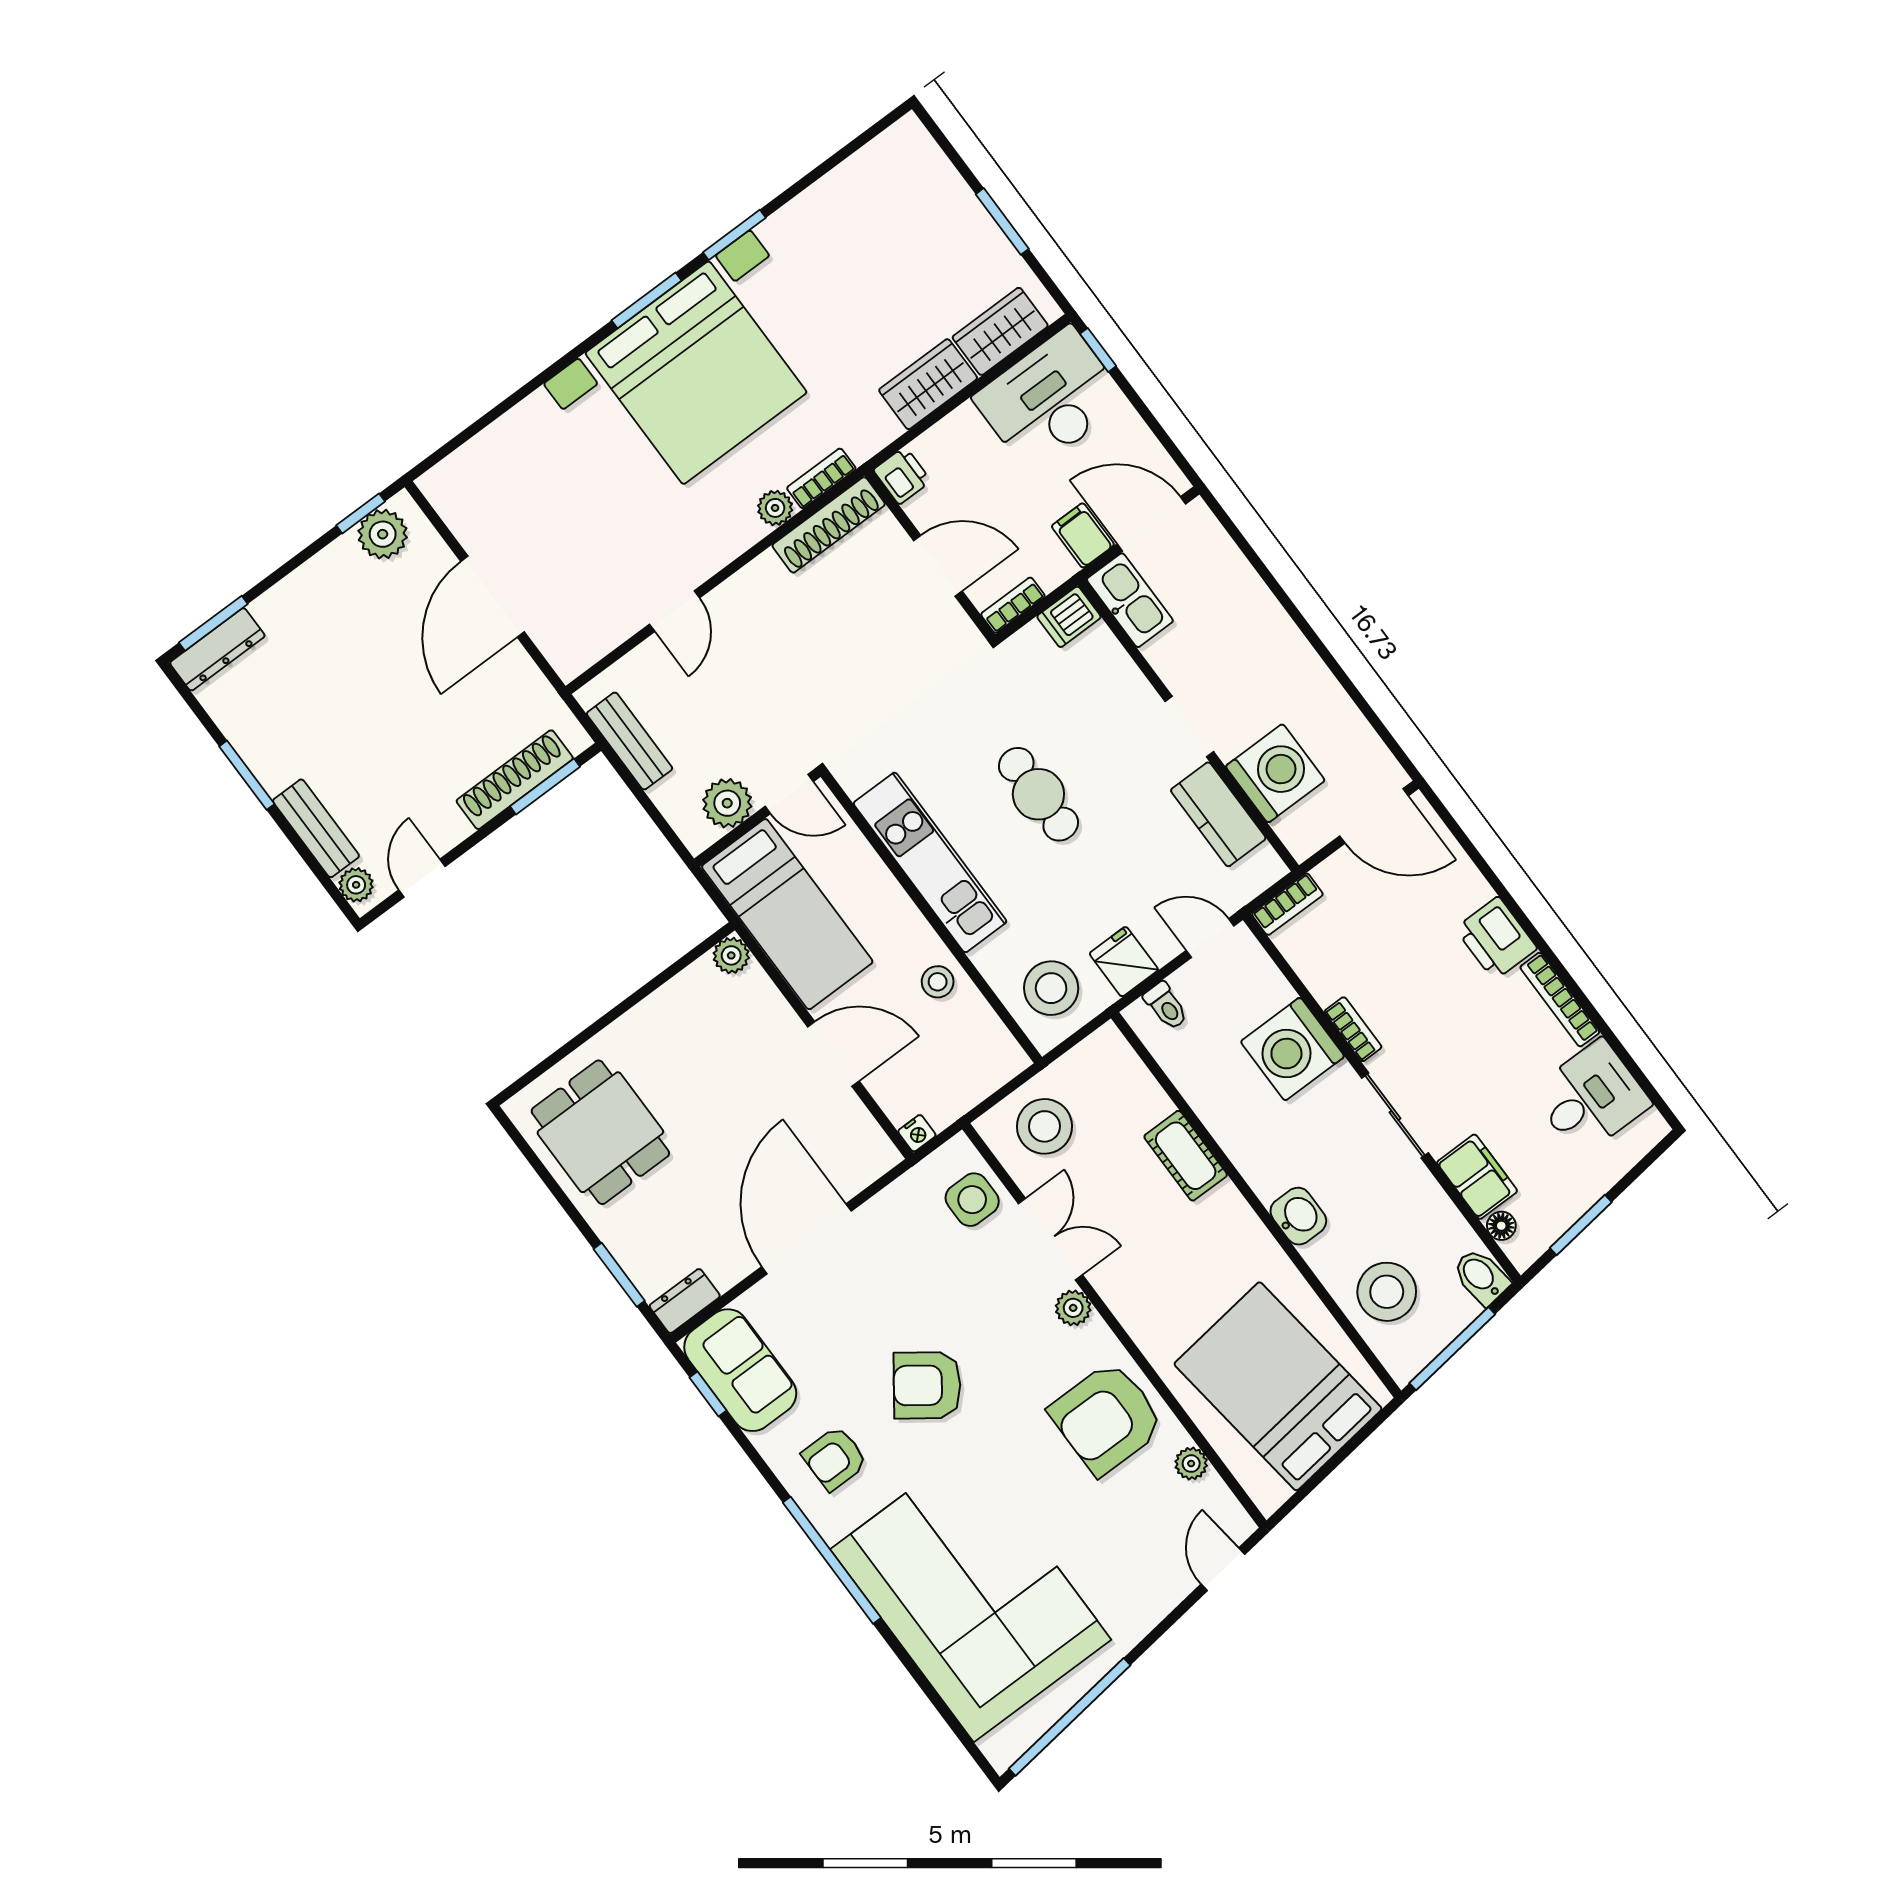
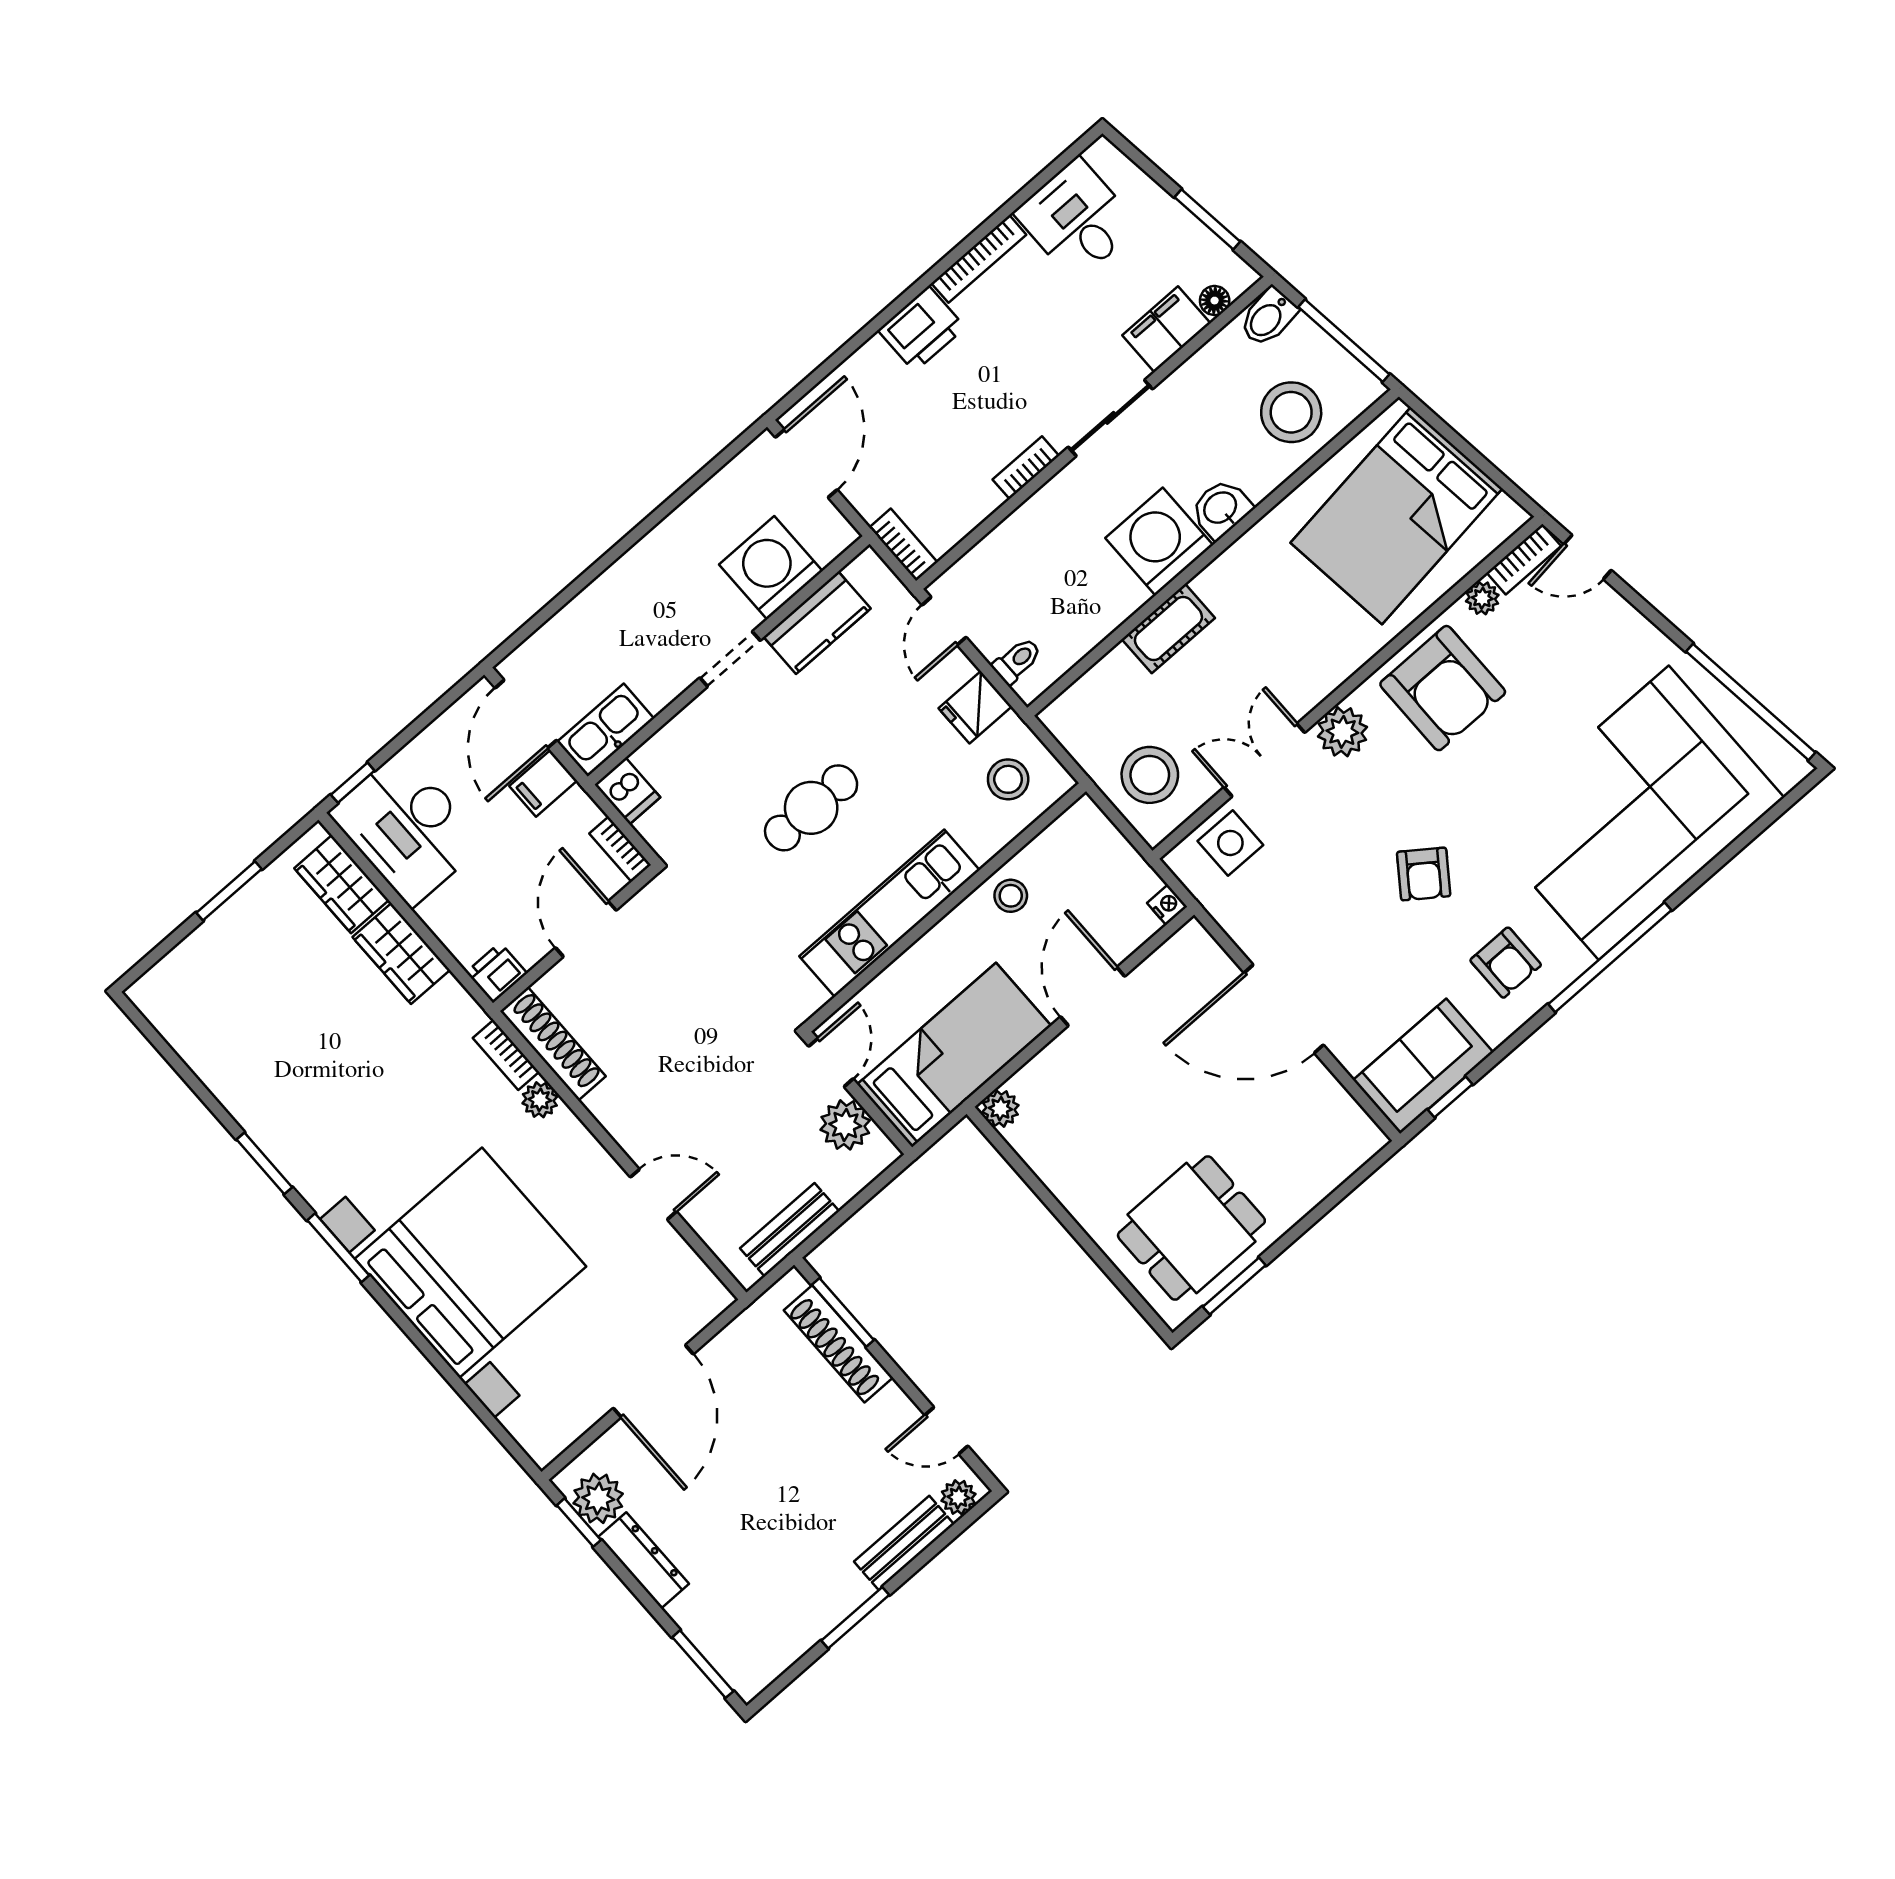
bed with nightstands: (696, 373) -> (471, 1263), moved
door: (493, 597) -> (653, 1381), hinge flipped
dresser: (217, 649) -> (644, 1560), moved
stool: (1051, 988) -> (1008, 779), width x0.73, depth x0.73
washing machine: (1292, 1049) -> (1159, 541), moved, turned 180
window: (619, 1275) -> (1234, 1286), moved
dresser: (685, 1301) -> (1357, 1128), removed
plant: (1073, 1308) -> (1342, 732), width x1.38, depth x1.38
armchair: (927, 1385) -> (1424, 874), width x0.72, depth x0.72
bookcase: (1226, 1507) -> (1524, 559), added

